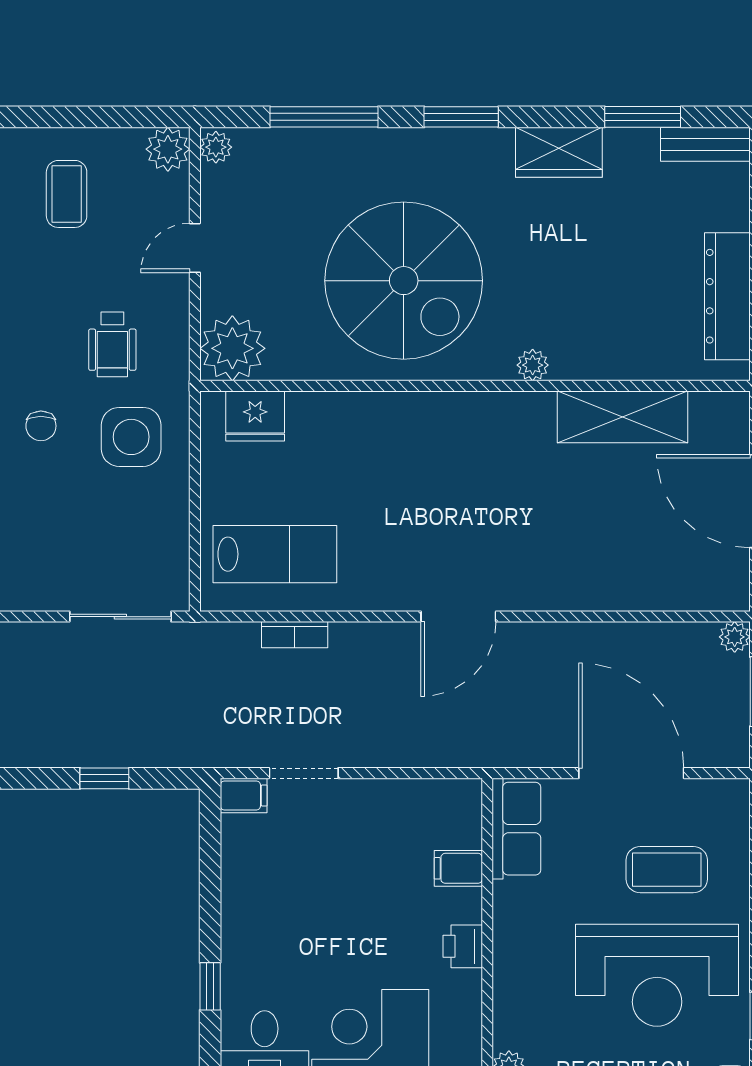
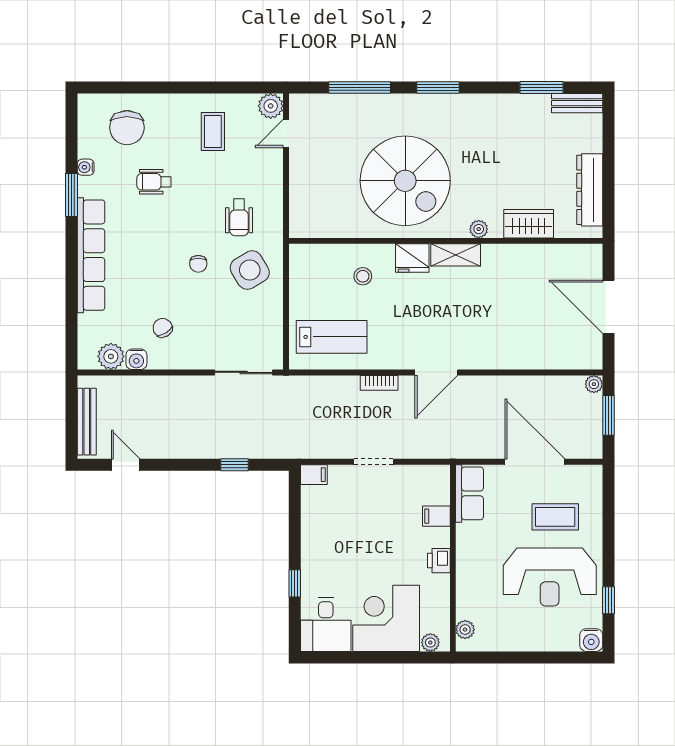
plant: (216, 147) -> (298, 105), removed
wardrobe: (559, 152) -> (529, 224), moved, turned 180
door: (195, 248) -> (286, 133), moved
plant: (232, 348) -> (307, 219), removed
fridge: (255, 416) -> (412, 258), moved
shelving: (622, 417) -> (456, 255), moved, width x0.67, depth x0.75
side table: (131, 437) -> (250, 270), turned -31
stool: (329, 448) -> (363, 276), added
bookcase: (295, 635) -> (379, 383), moved
doorway: (304, 773) -> (374, 462), moved

